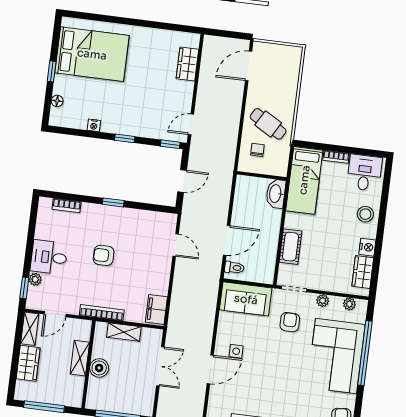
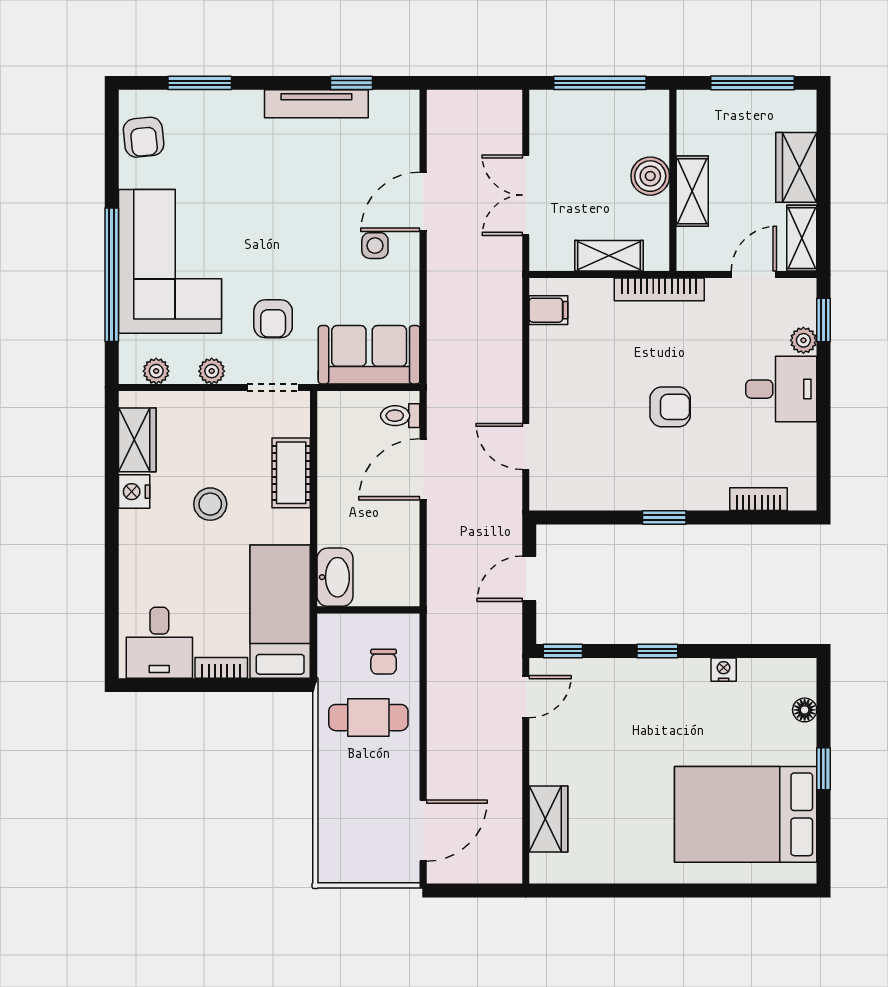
cafe table: (268, 124) -> (368, 718), turned -30
stool: (365, 214) -> (210, 504), moved
filing cabinet: (156, 309) -> (548, 310), width x0.50

